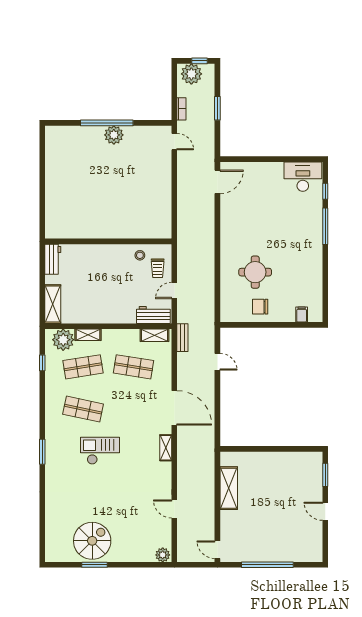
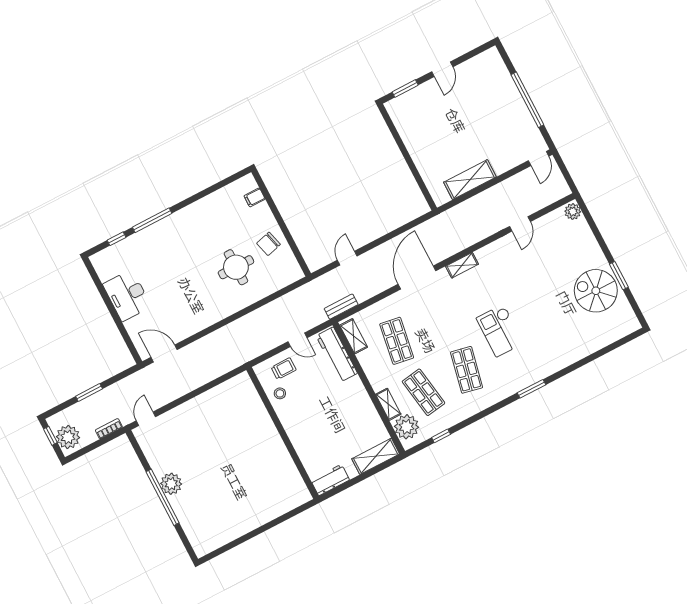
desk: (303, 177) -> (127, 295), moved
chair: (260, 307) -> (268, 244), turned 75
workbench: (153, 315) -> (337, 354), width x1.38

